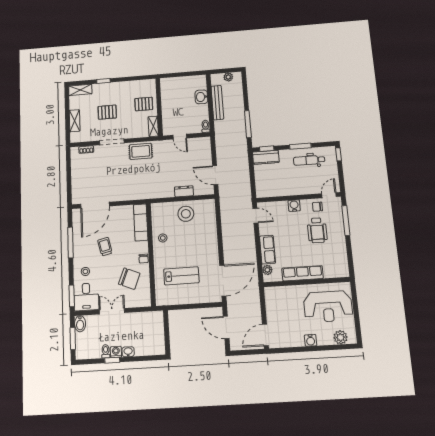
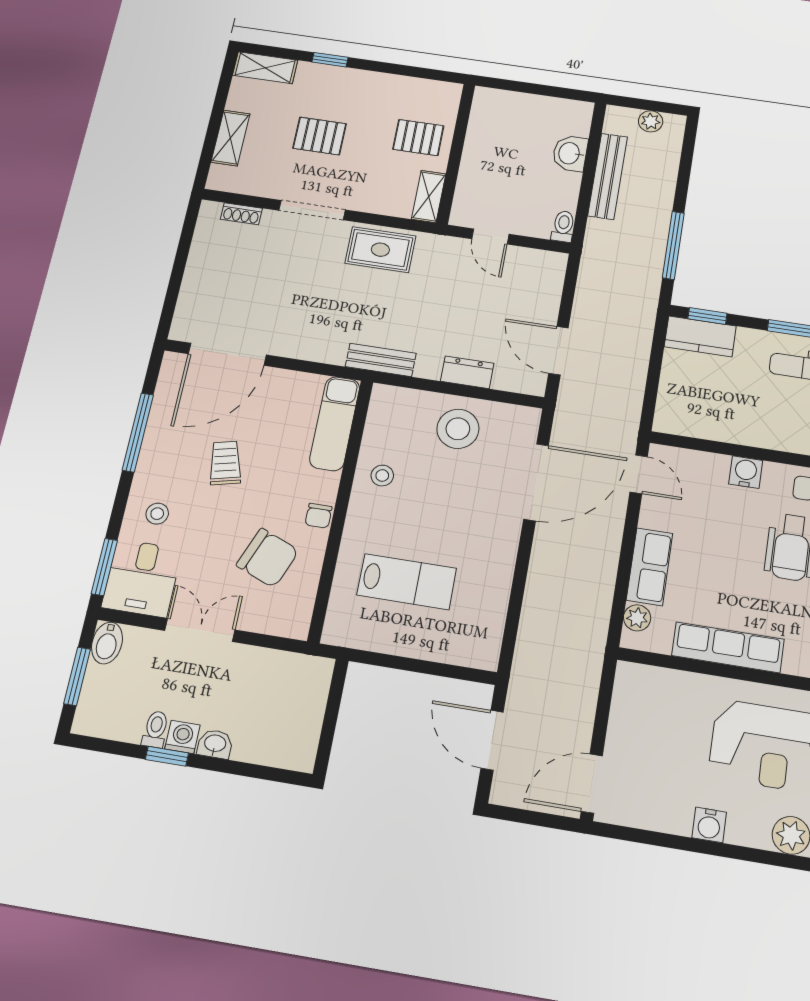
bench: (151, 194) -> (381, 360), added
door: (223, 281) -> (536, 482), moved

